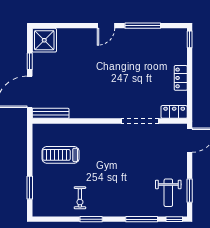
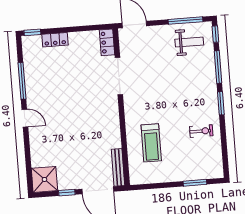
locker: (181, 78) -> (55, 40), moved
treadmill: (60, 155) -> (151, 143), moved
window: (190, 191) -> (185, 21), width x1.44
window: (91, 219) -> (221, 103), moved

